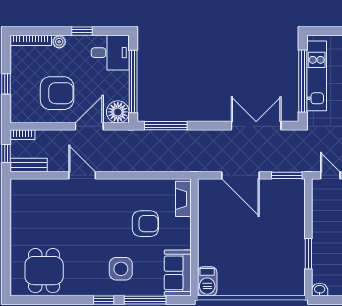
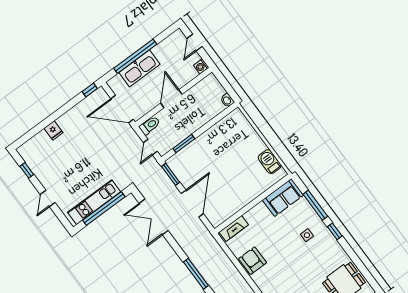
armchair: (145, 224) -> (252, 261), moved
window: (308, 254) -> (184, 144), moved
side table: (121, 269) -> (307, 235), width x0.54, depth x0.54
barbecue: (207, 281) -> (270, 162), moved, turned -90

